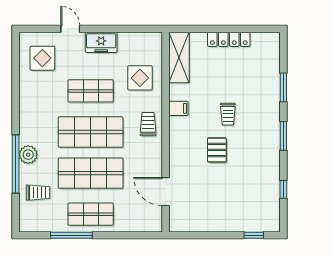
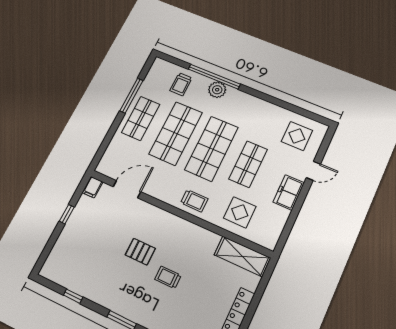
filing cabinet: (178, 108) -> (92, 187), moved
window: (254, 235) -> (67, 214), moved

